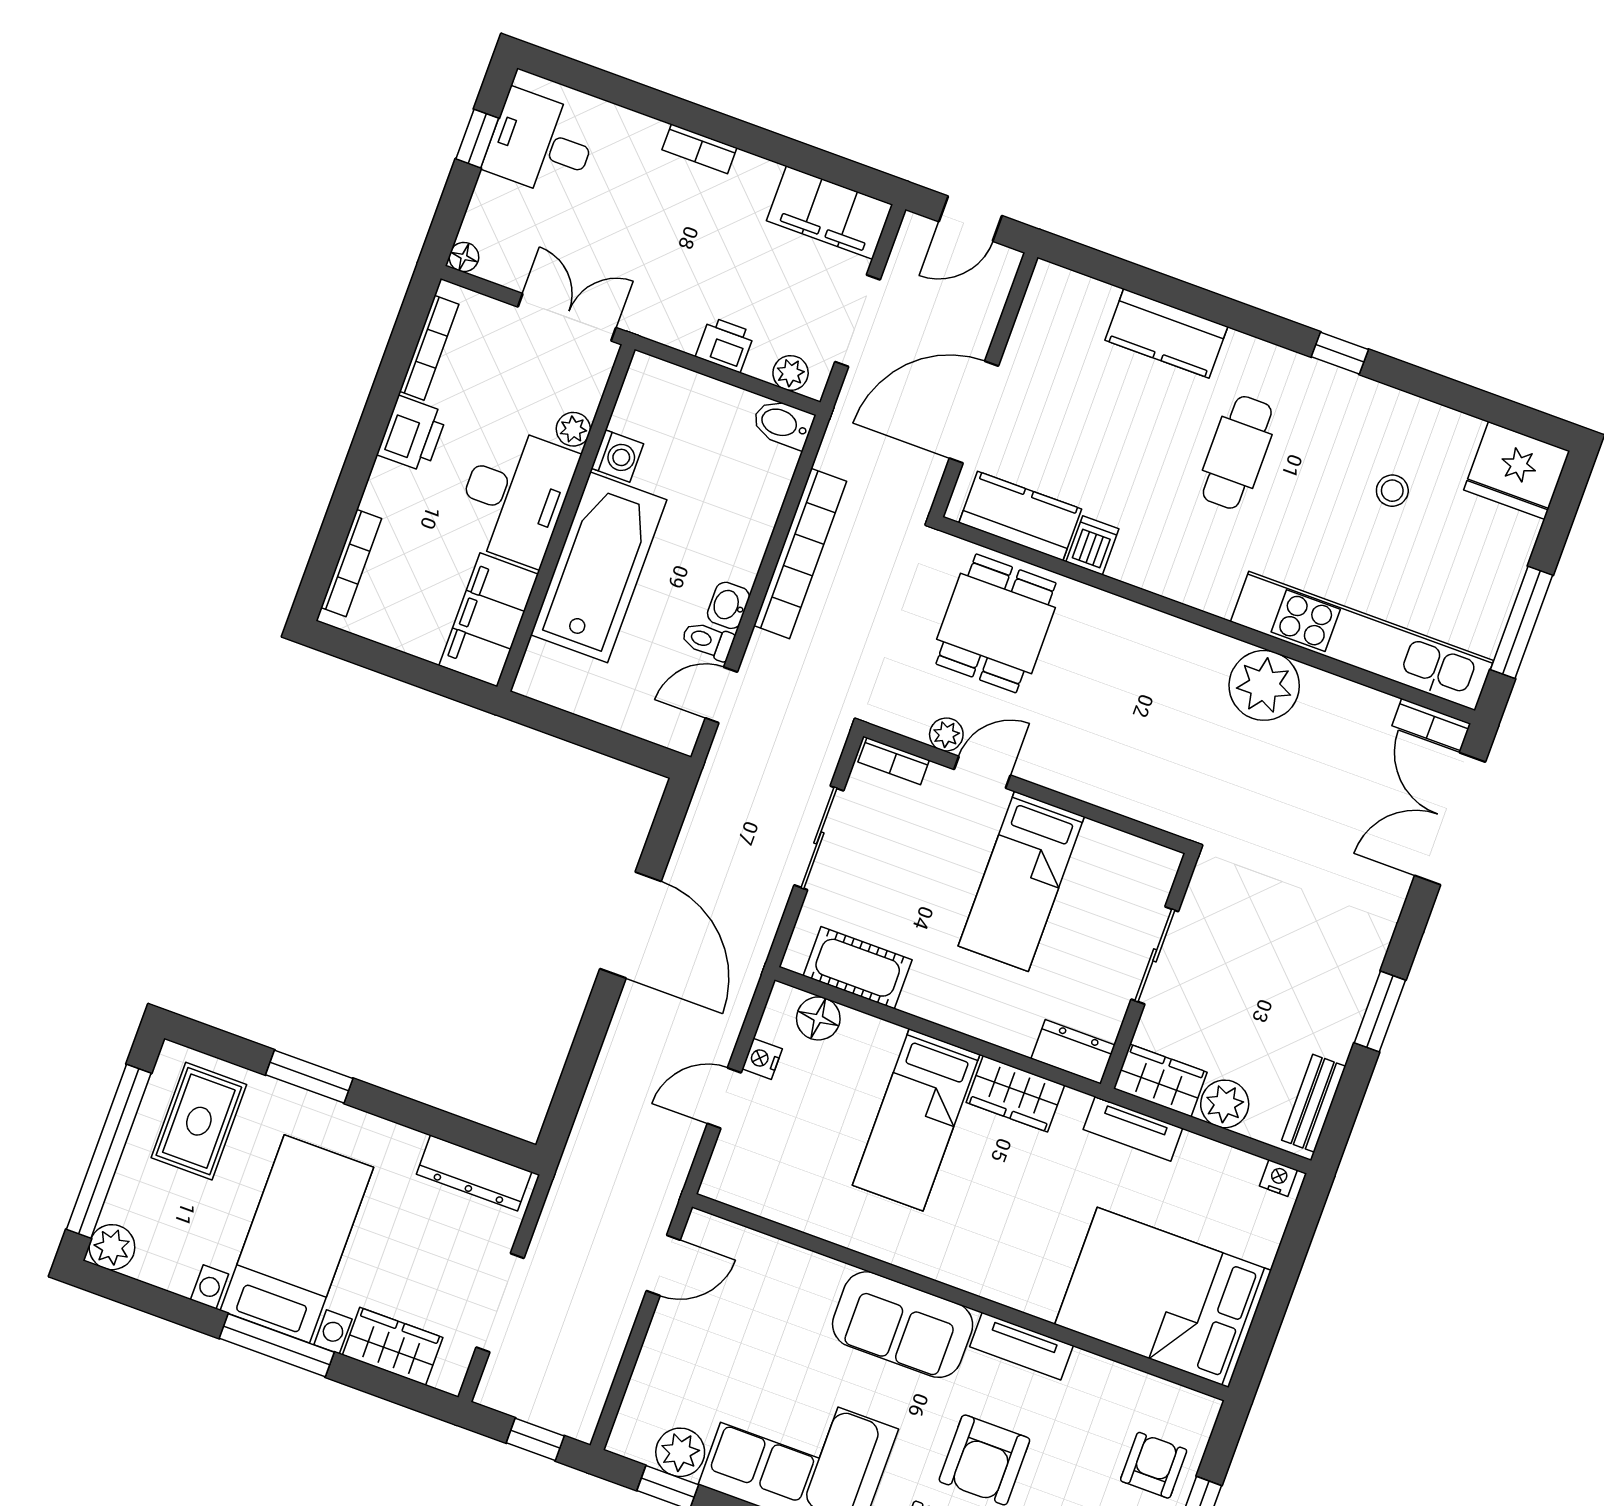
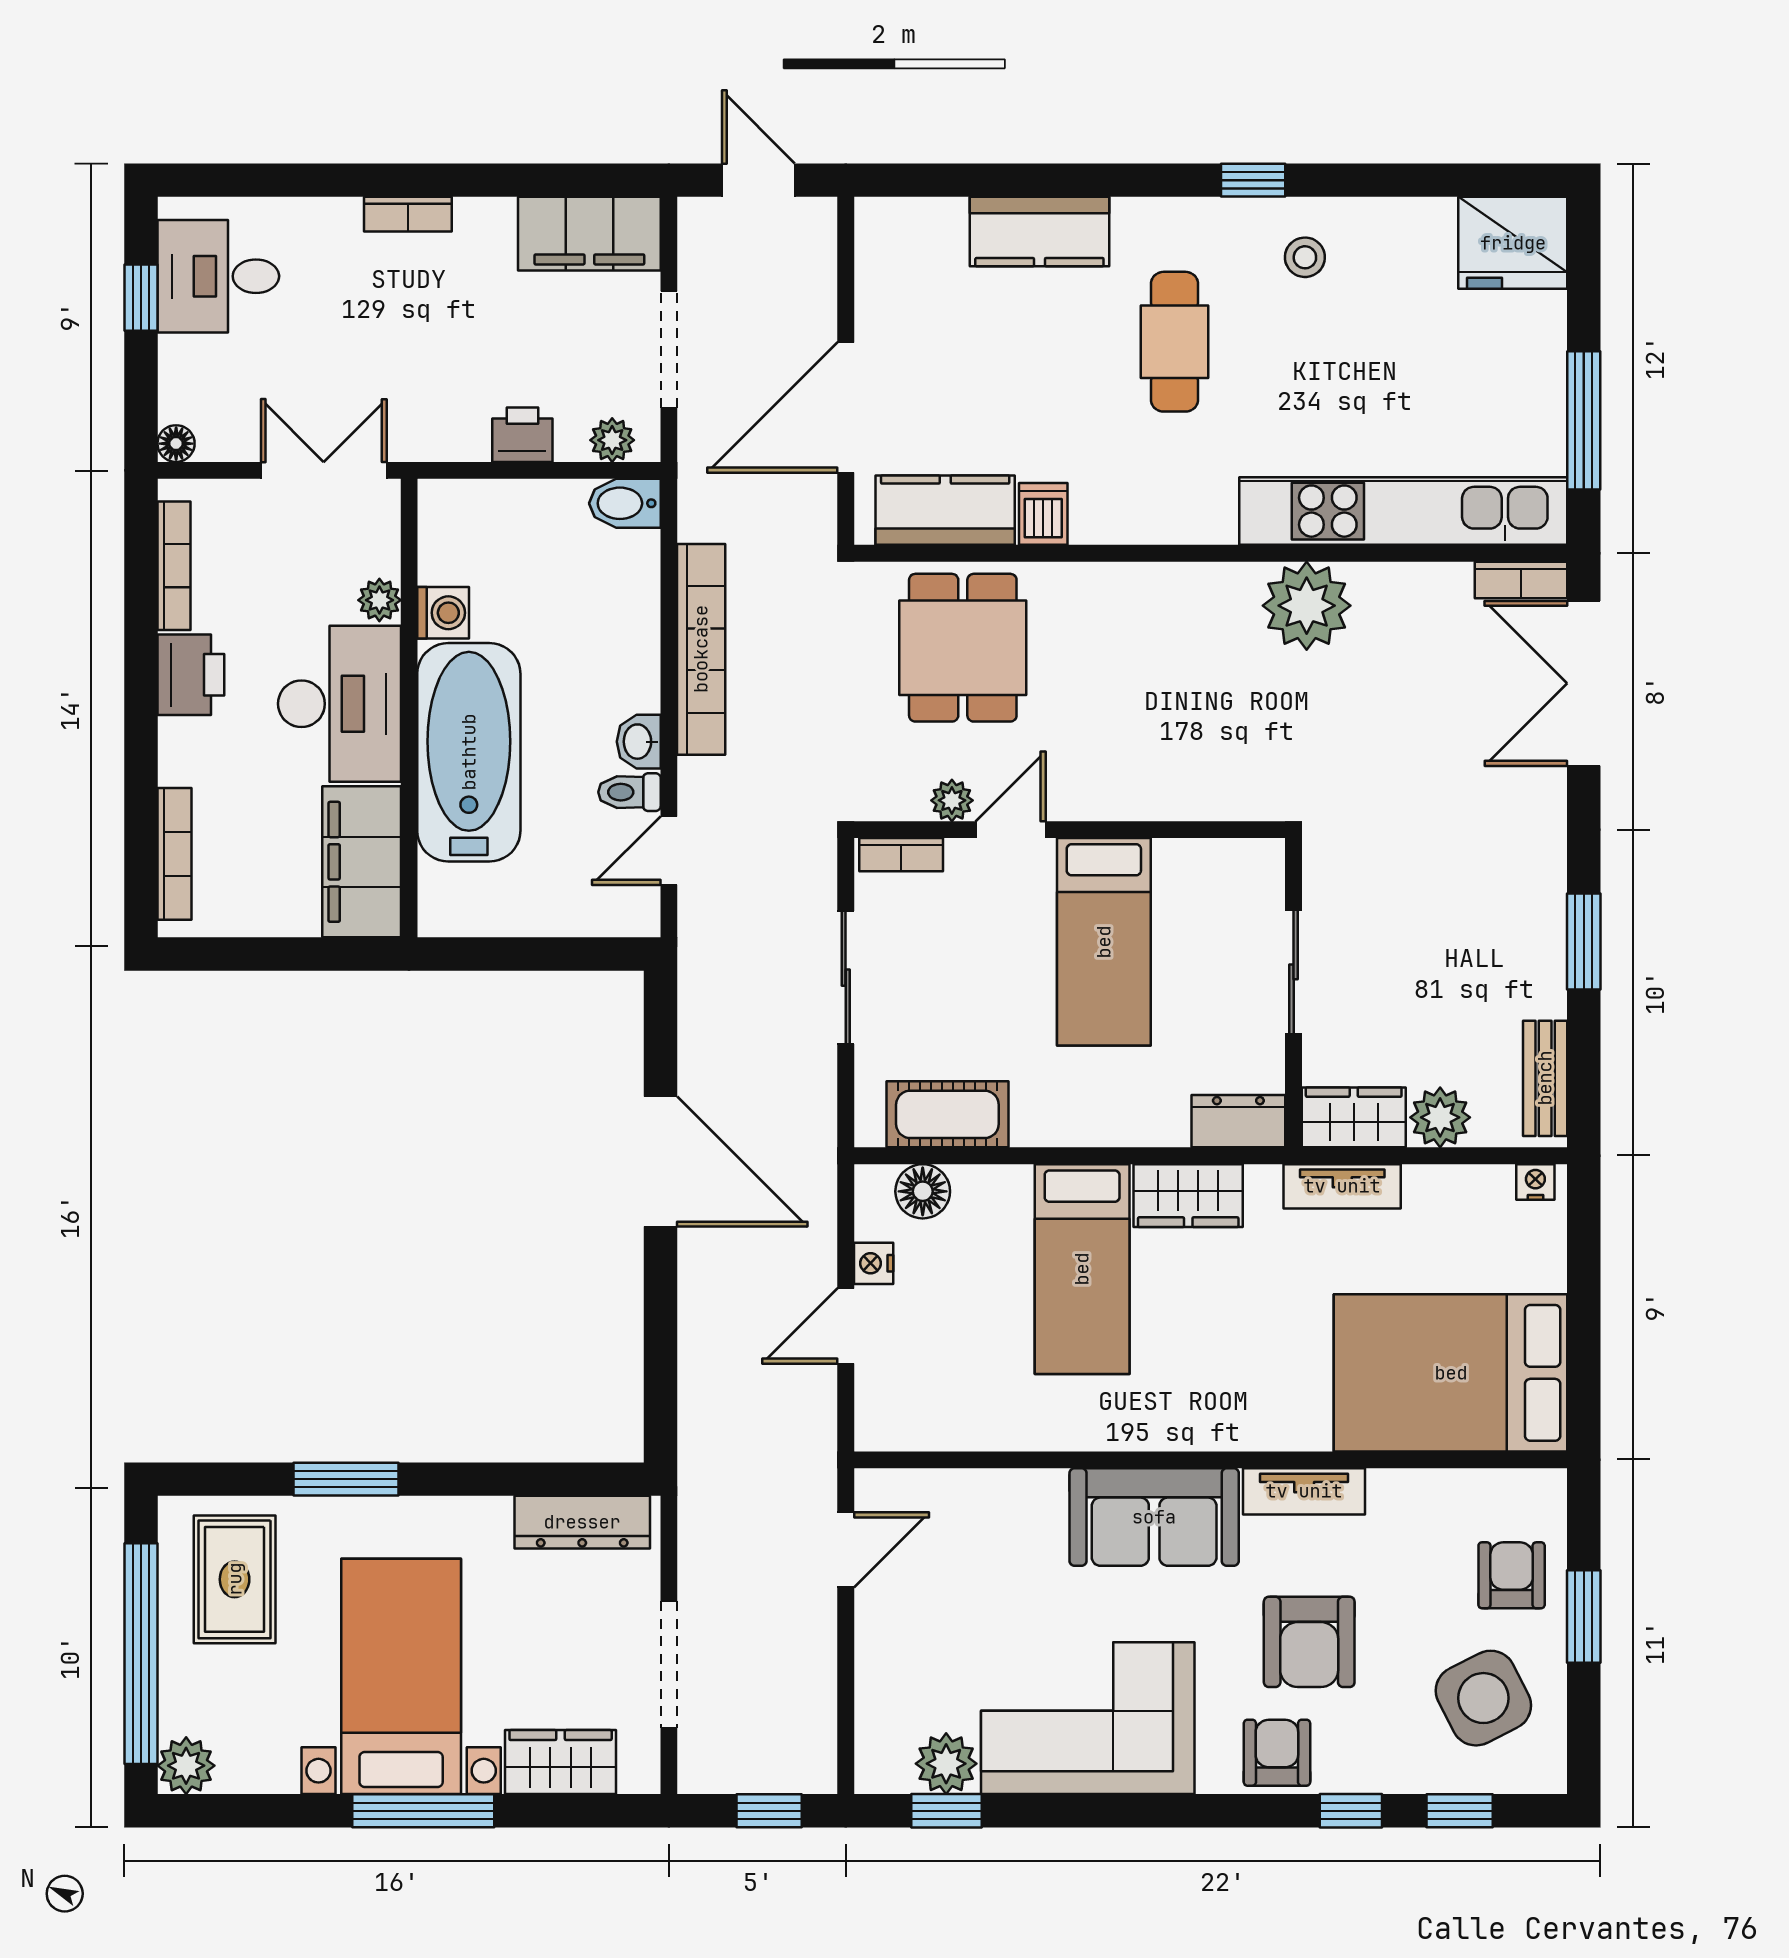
door: (970, 219) -> (758, 180), swing flipped
stool: (1392, 491) -> (1305, 257), moved

